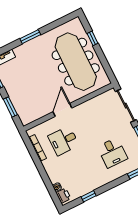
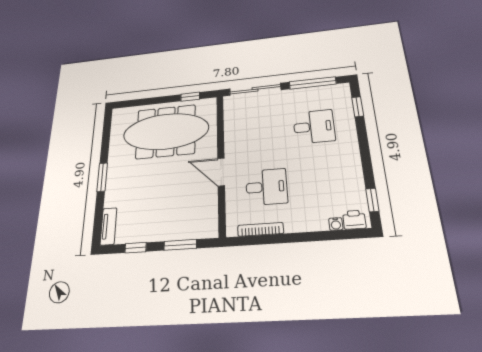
window: (93, 38) -> (190, 97), moved
desk: (64, 141) -> (266, 187), turned -90
window: (89, 196) -> (372, 200), moved

